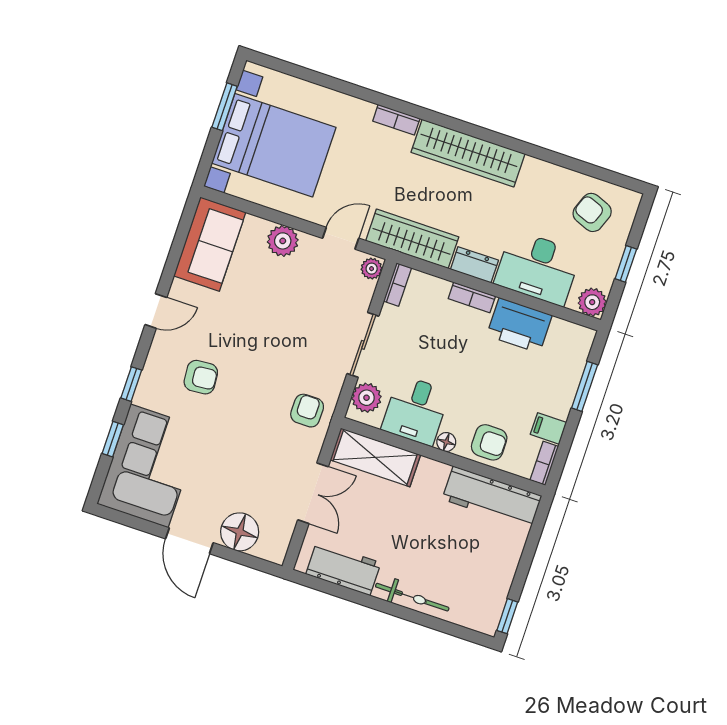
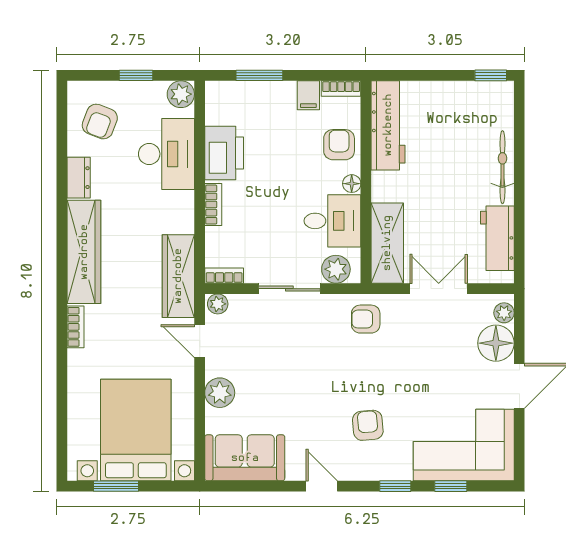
dresser: (474, 265) -> (79, 178), moved, turned 180
plant: (267, 550) -> (504, 313), added

